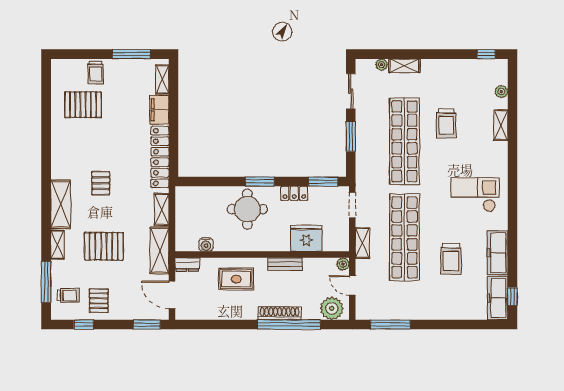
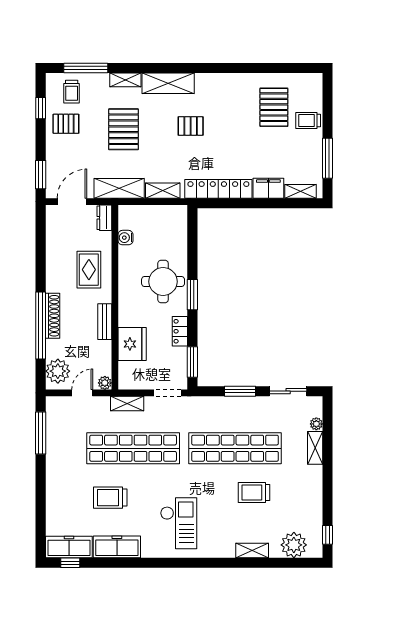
plant: (501, 92) -> (294, 545), width x1.88, depth x1.88

